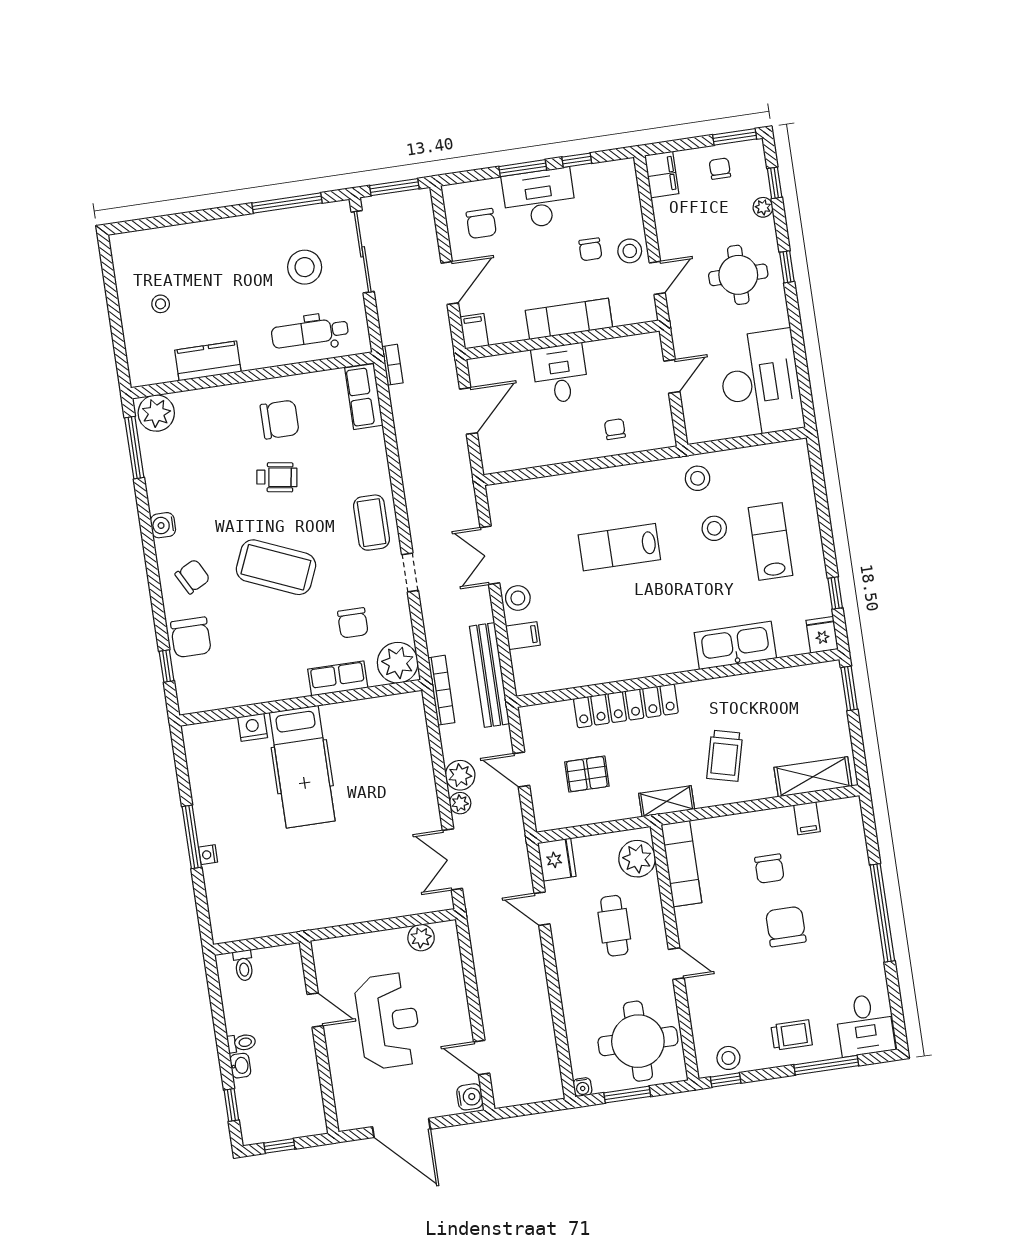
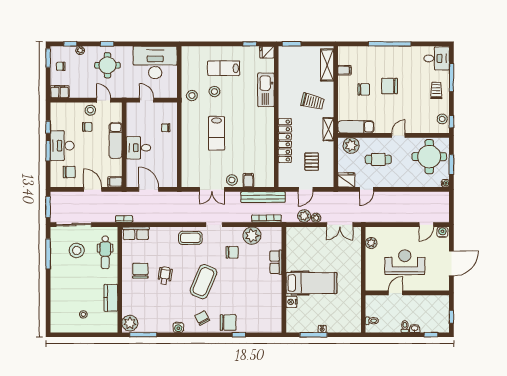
row of seats: (338, 678) -> (276, 262), moved
wall: (301, 703) -> (284, 280), moved
nightstand: (253, 727) -> (291, 302), moved
hospital bed: (302, 767) -> (311, 283), moved

